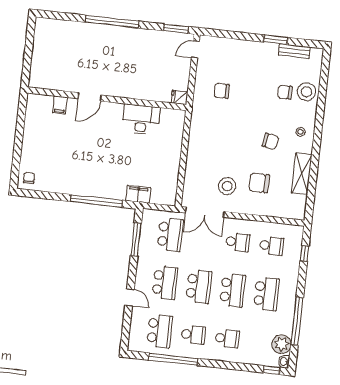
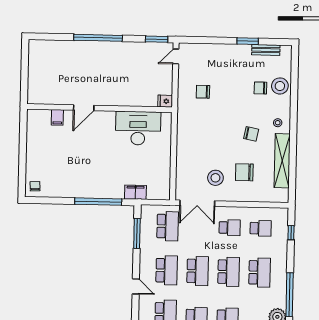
desk: (141, 119) -> (138, 128), width x1.36, depth x1.30
shelving: (302, 174) -> (282, 161), width x1.47

